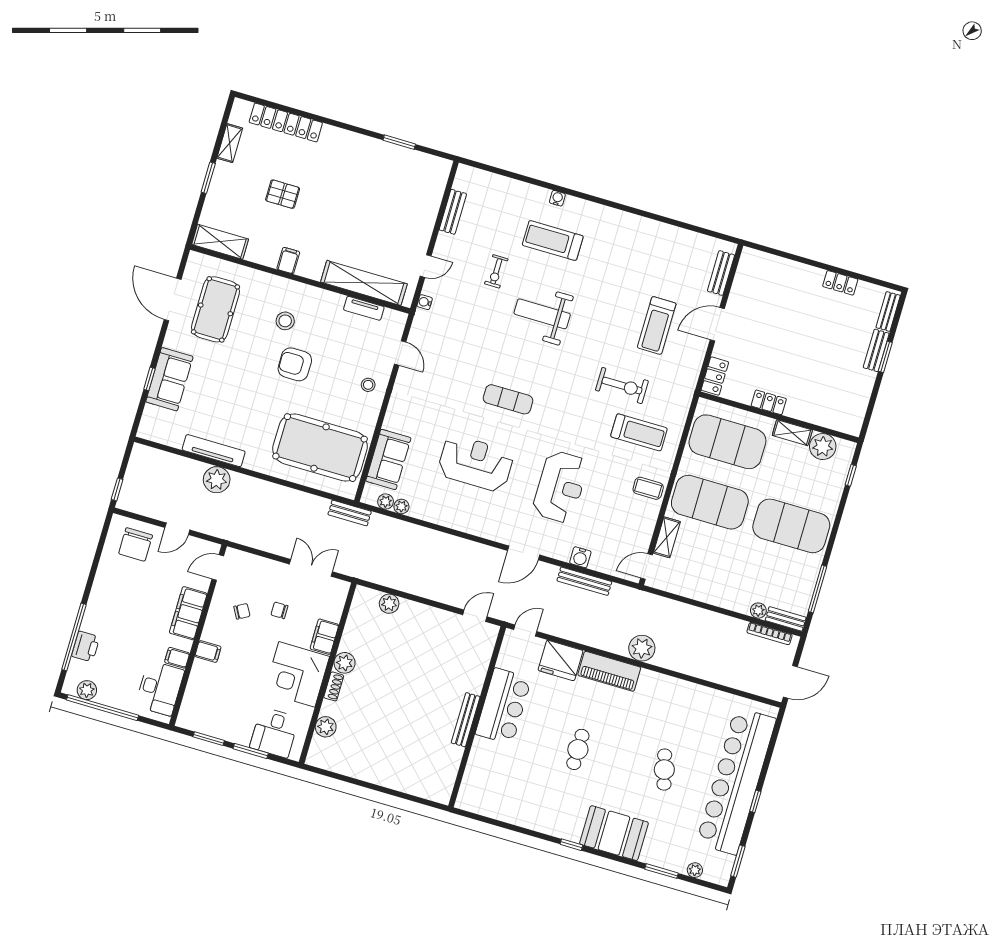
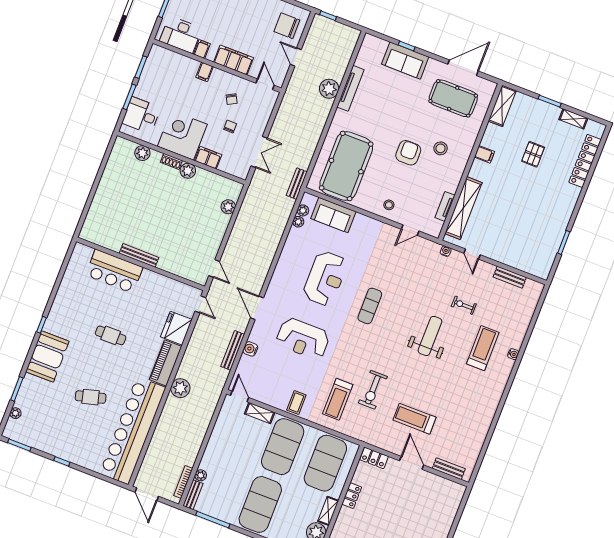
bar counter: (503, 706) -> (114, 271), moved
bar counter: (736, 781) -> (133, 431), moved, turned -90

